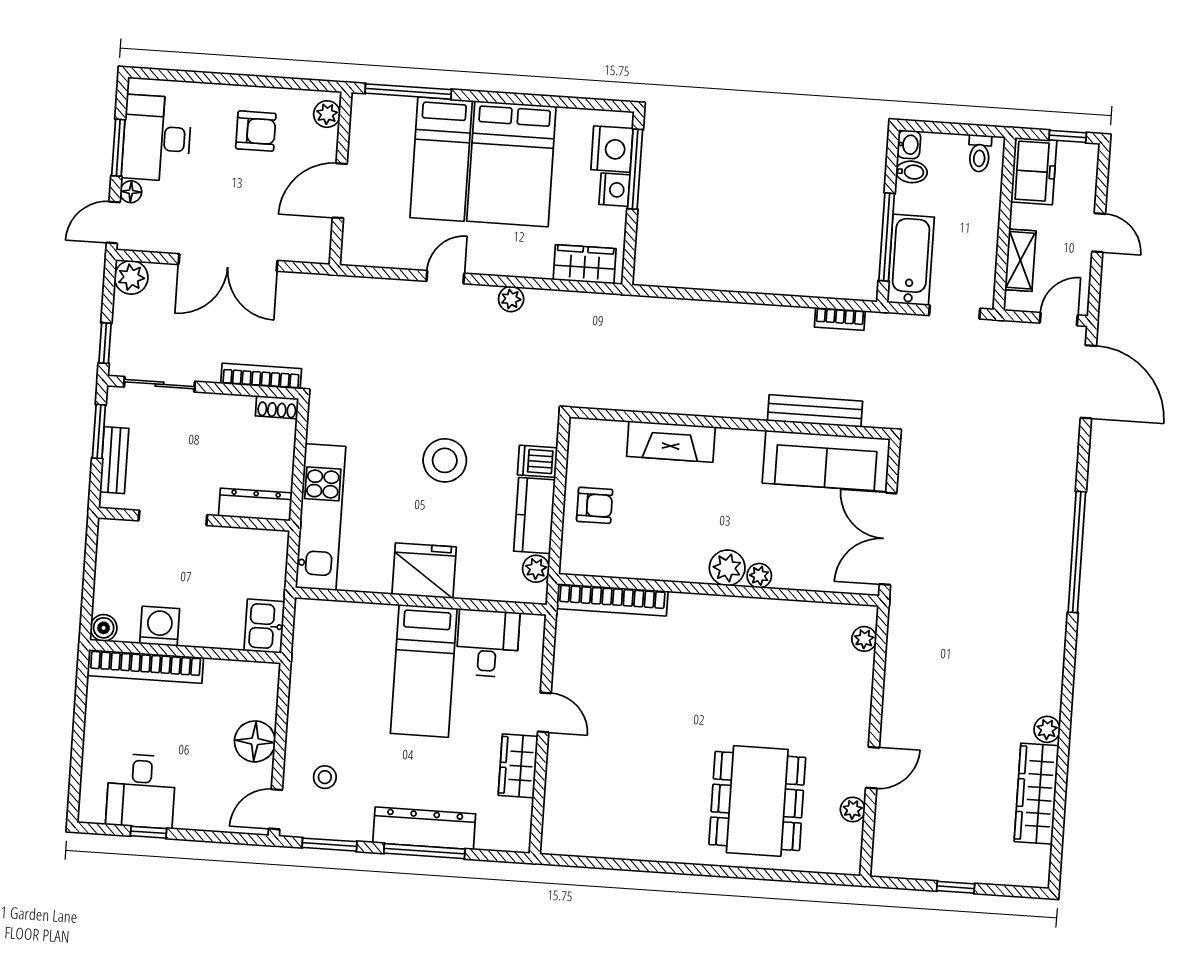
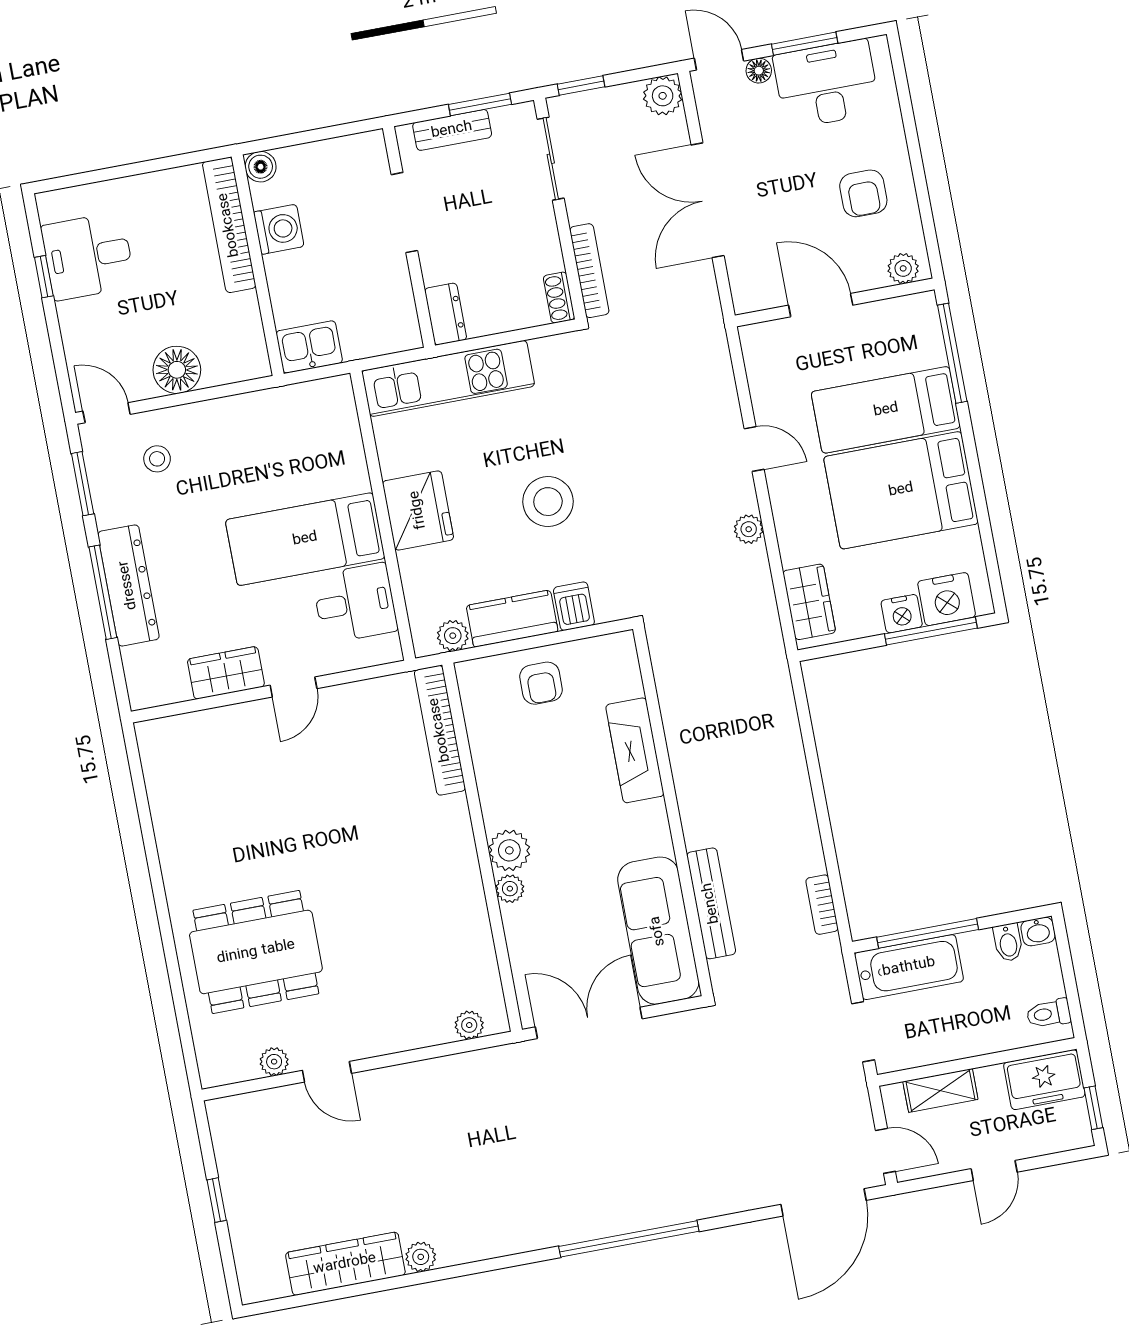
dresser: (255, 505) -> (446, 314), width x0.70

